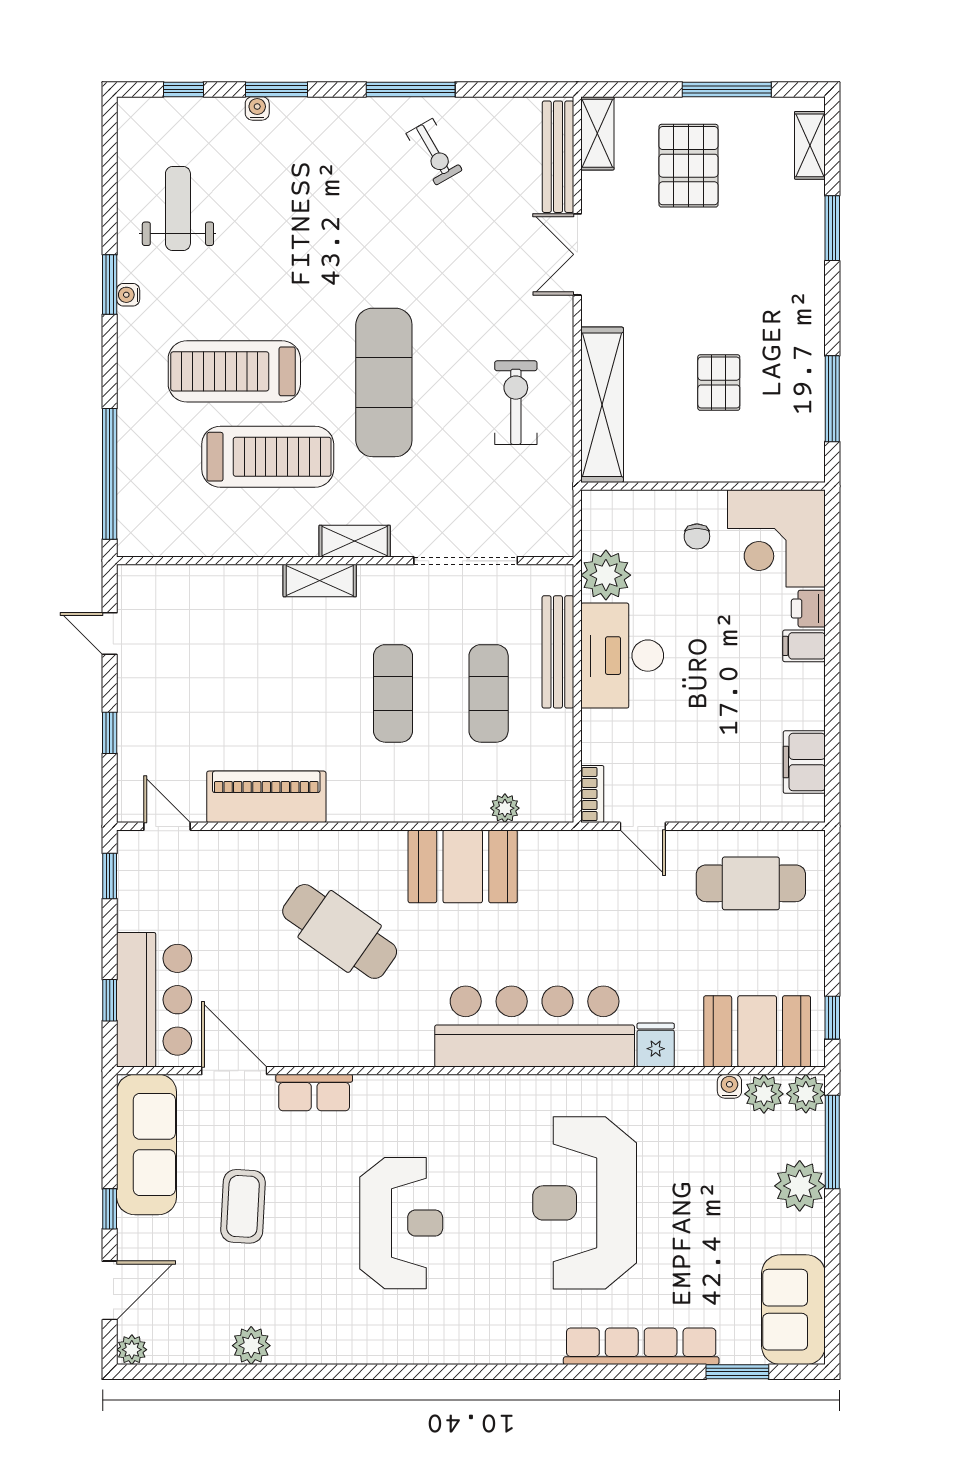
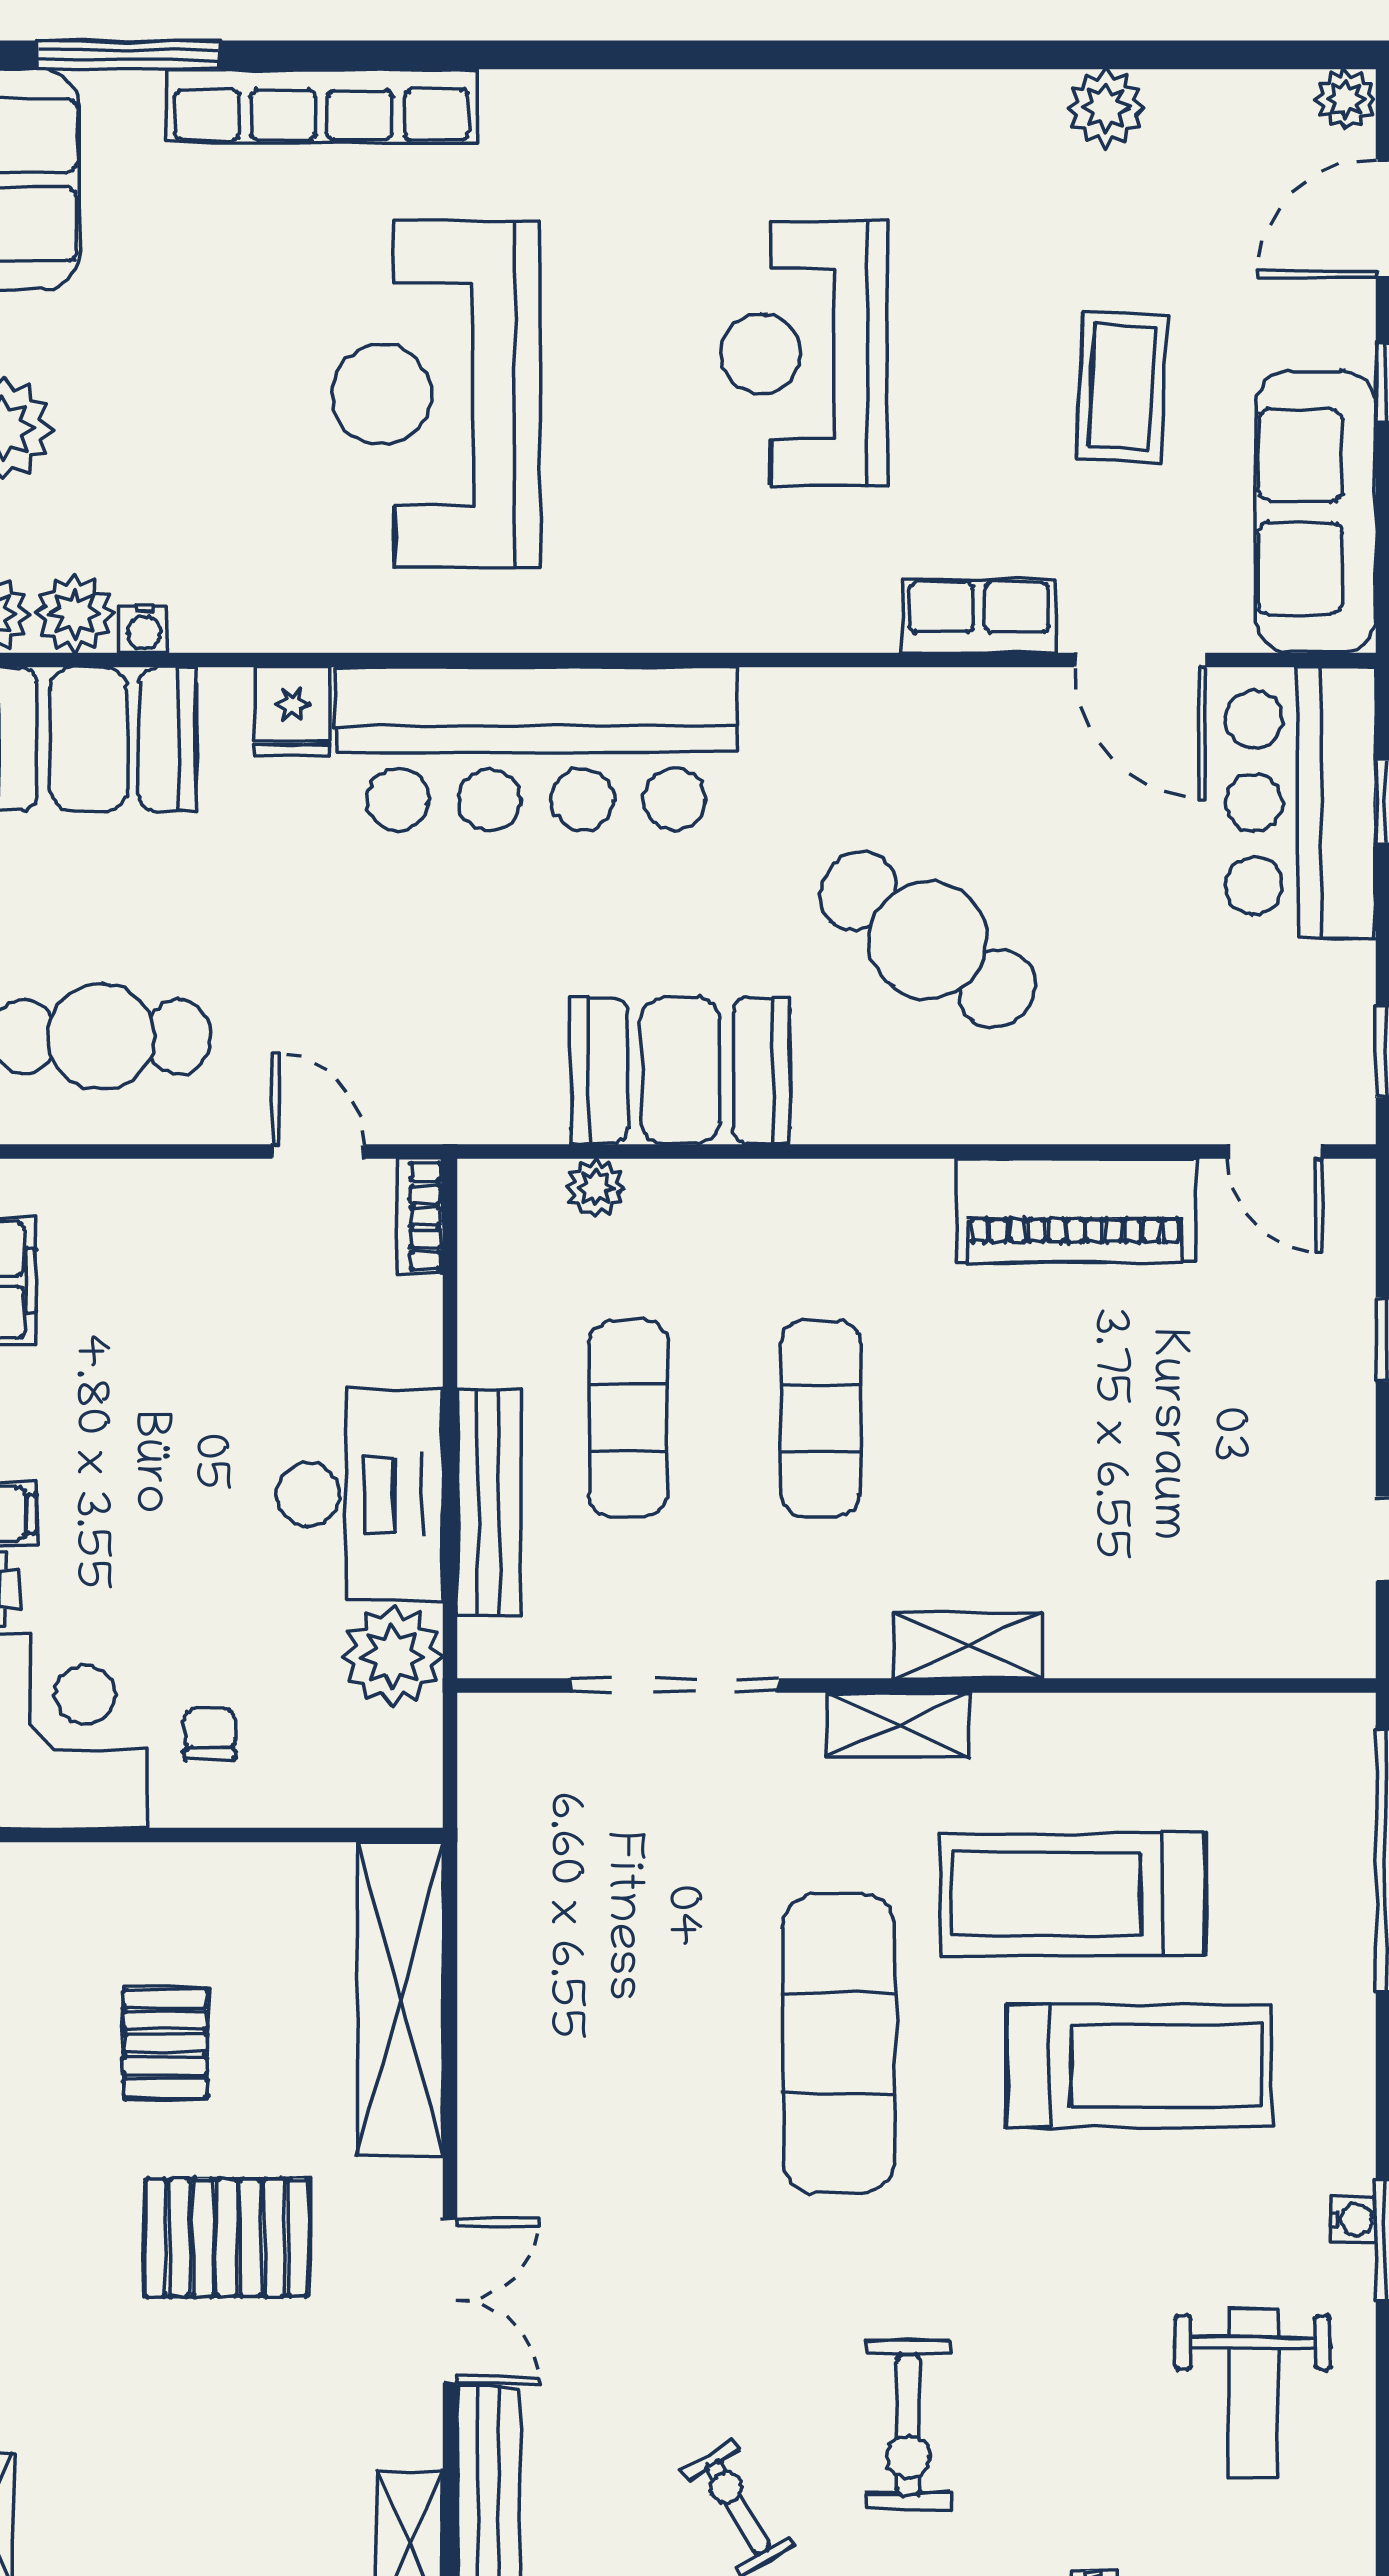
pallet: (689, 166) -> (227, 2238), moved, turned 90
exercise bike: (516, 403) -> (908, 2425), moved
reception desk: (585, 1203) -> (435, 394), turned 180
window: (737, 1372) -> (128, 55), width x1.44

